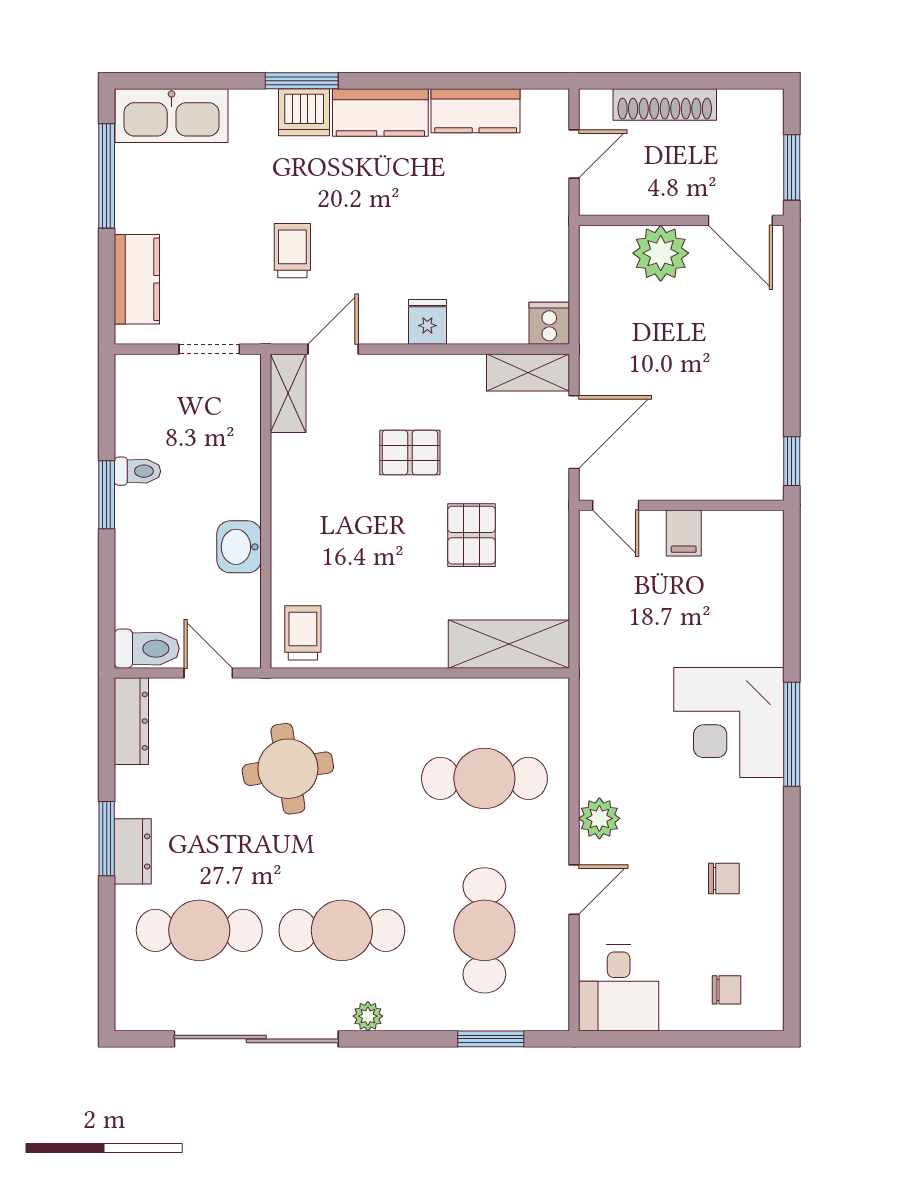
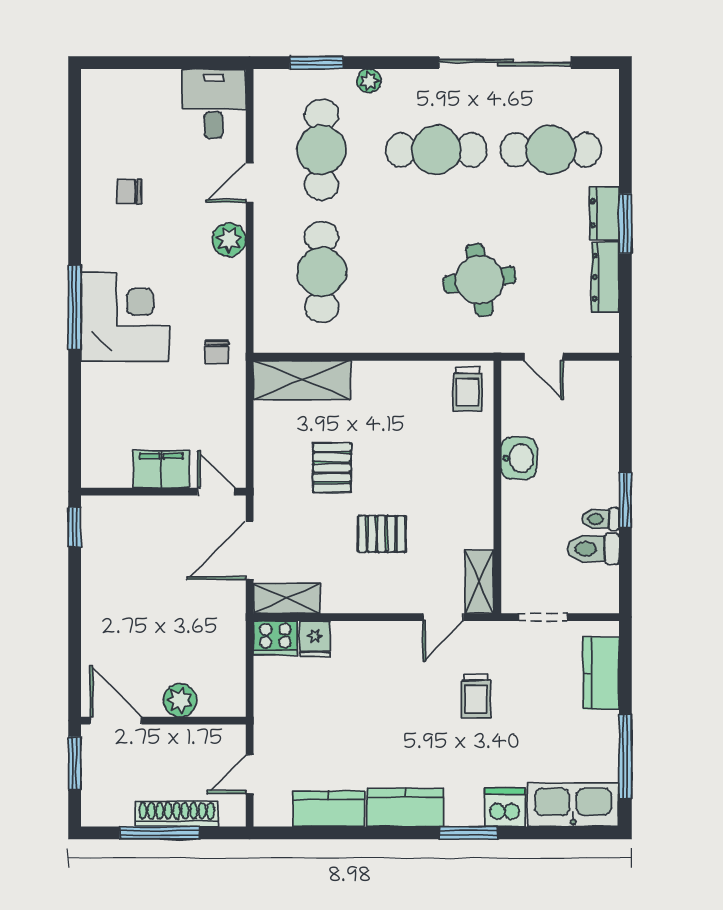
window: (686, 81) -> (160, 833), added
dishwasher: (304, 112) -> (505, 807), moved
plant: (661, 253) -> (180, 700), width x0.73, depth x0.73
fridge: (427, 322) -> (315, 639), moved
cooker: (549, 323) -> (275, 638), width x1.36
filing cabinet: (684, 533) -> (161, 469), width x2.00
toilet: (147, 649) -> (593, 549), moved
dresser: (131, 721) -> (605, 277), moved
cafe table: (484, 778) -> (322, 272), turned 90
chair: (727, 990) -> (217, 352), moved, turned -90
plant: (368, 1016) -> (369, 81), moved

